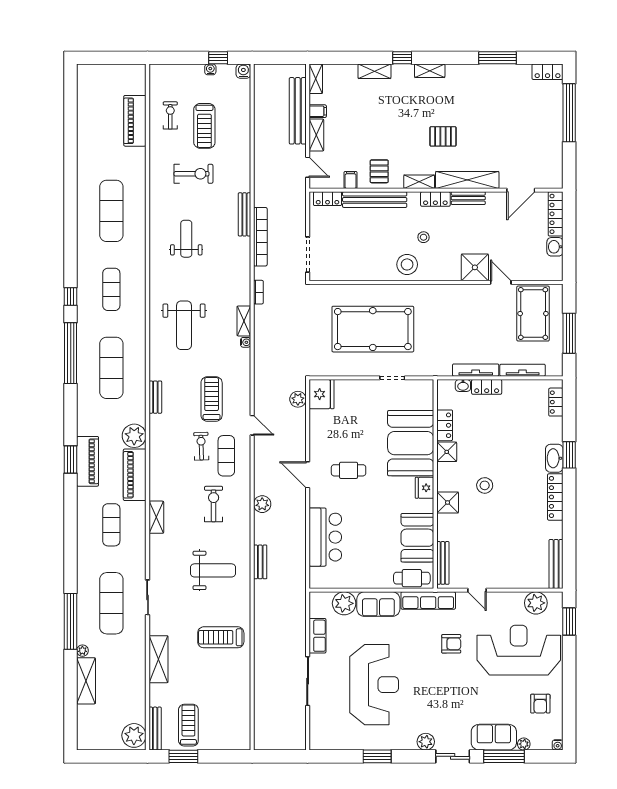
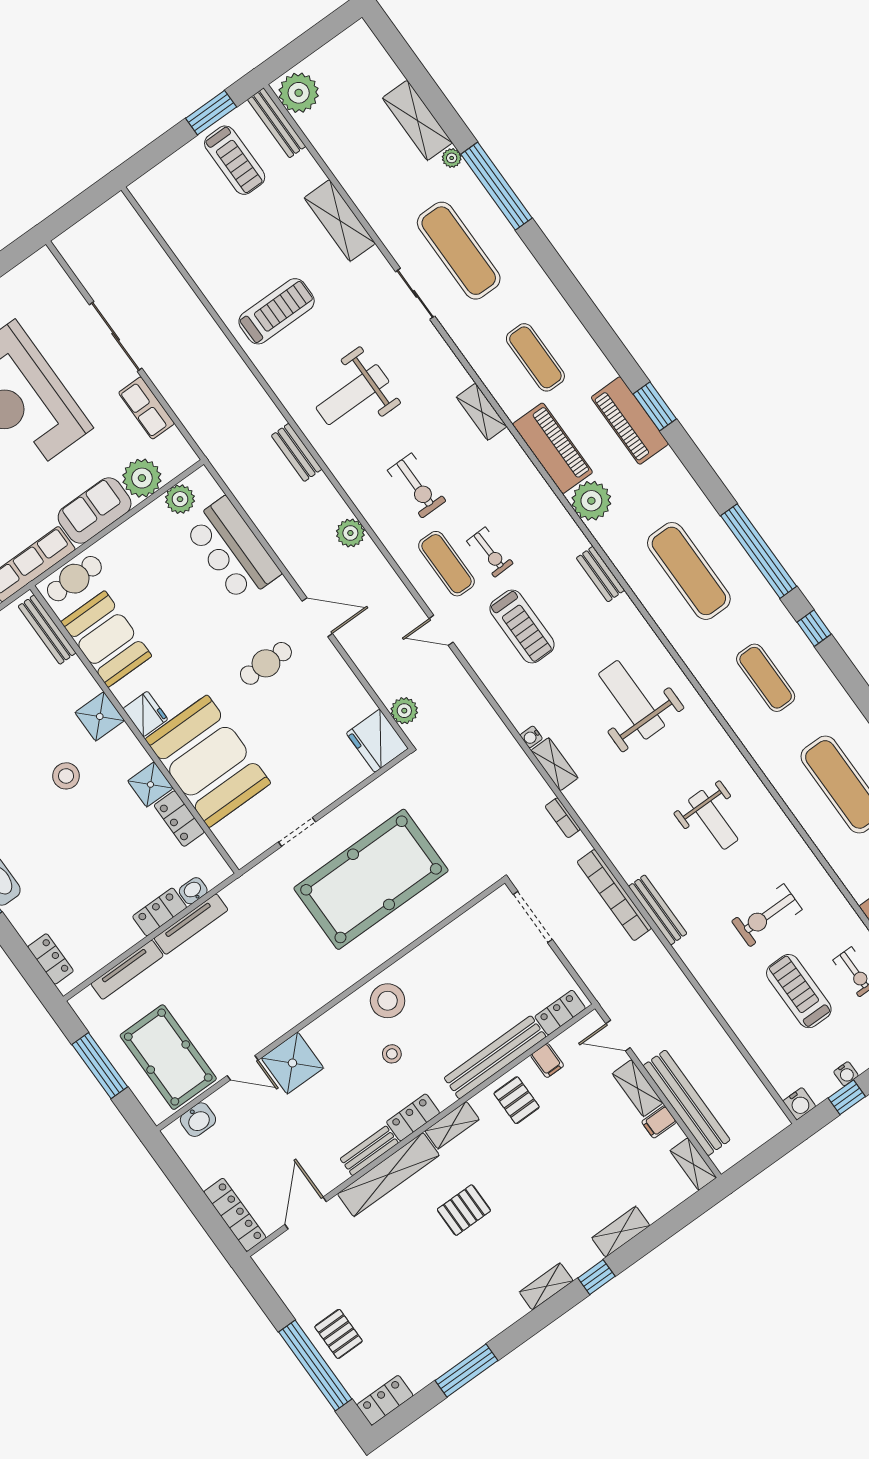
pallet: (547, 120) -> (339, 1334), added
washbasin: (555, 247) -> (198, 1120), moved, turned 90
plant: (333, 580) -> (180, 499), added

